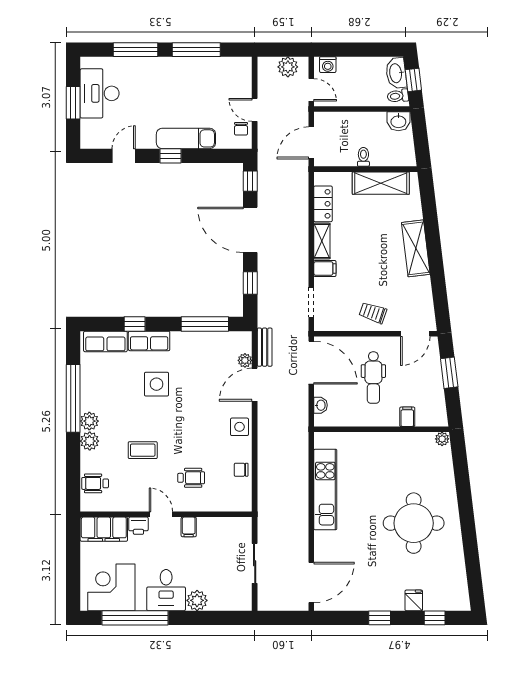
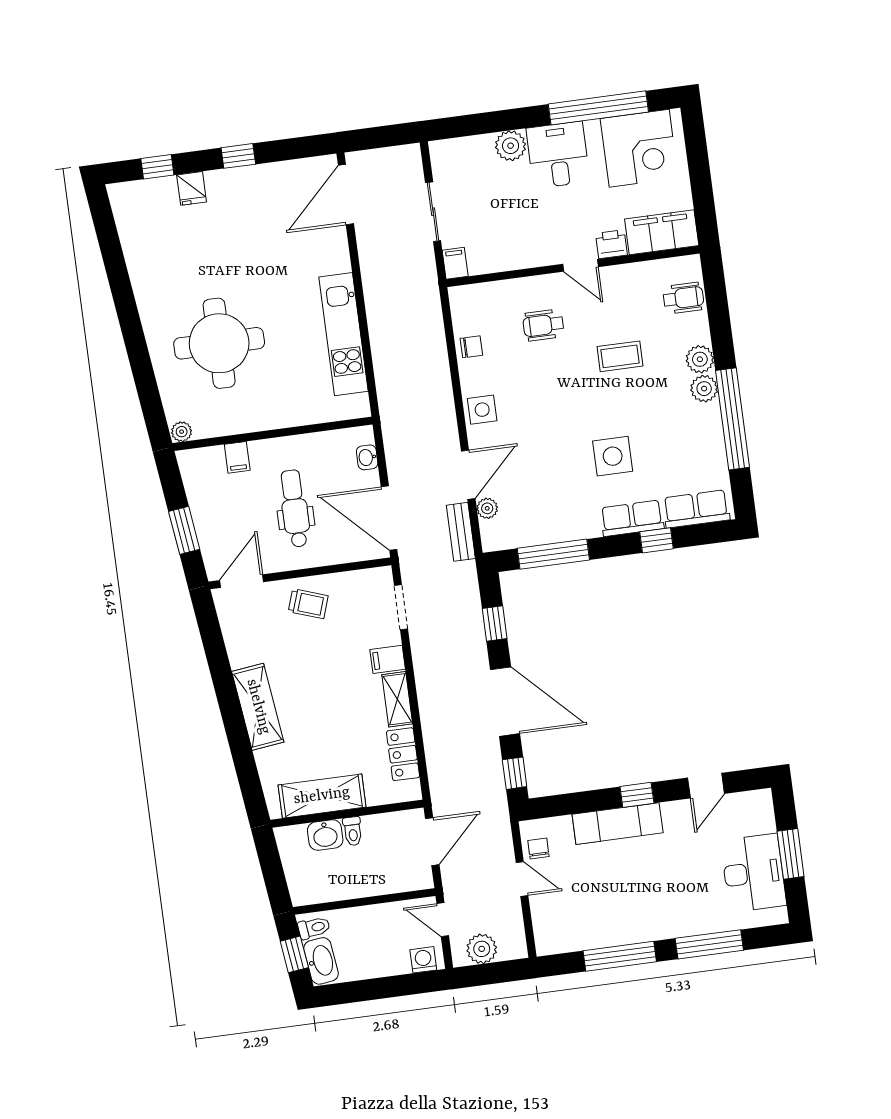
washbasin: (398, 121) -> (325, 835), moved, turned 180
round table: (414, 523) -> (219, 343), moved
filing cabinet: (189, 527) -> (455, 263), moved

